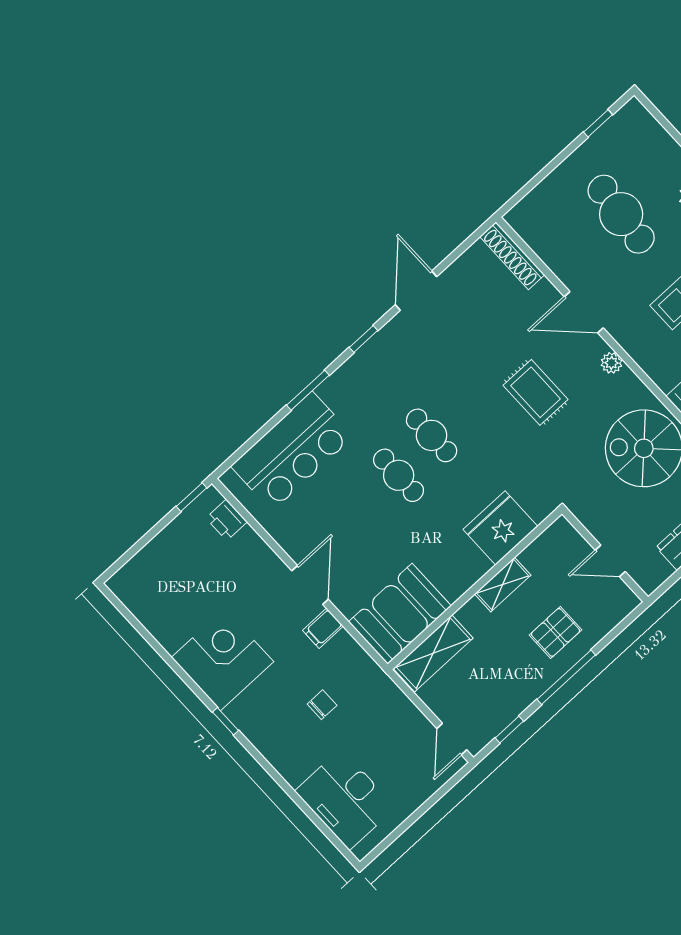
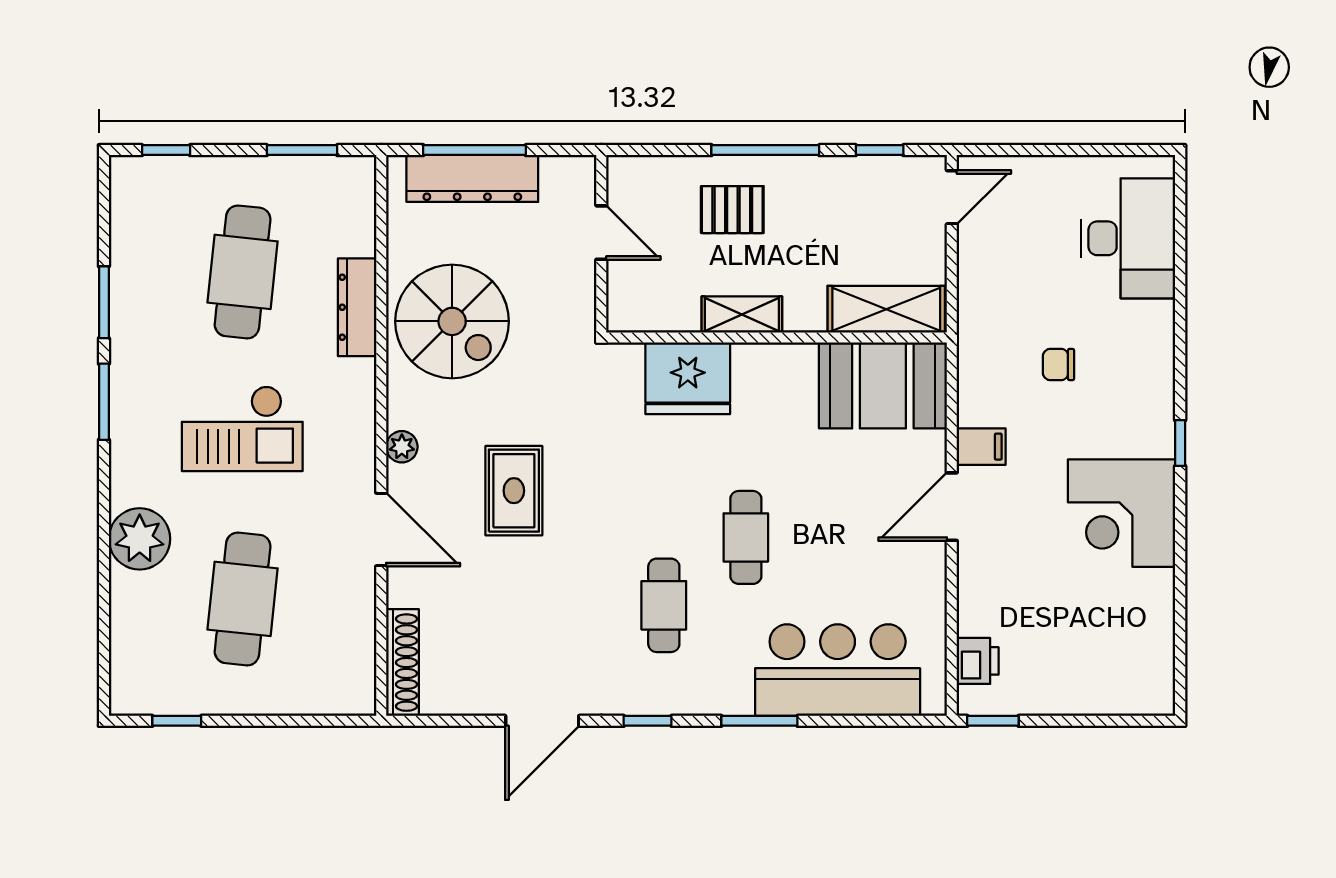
cafe table: (432, 435) -> (664, 605), moved

